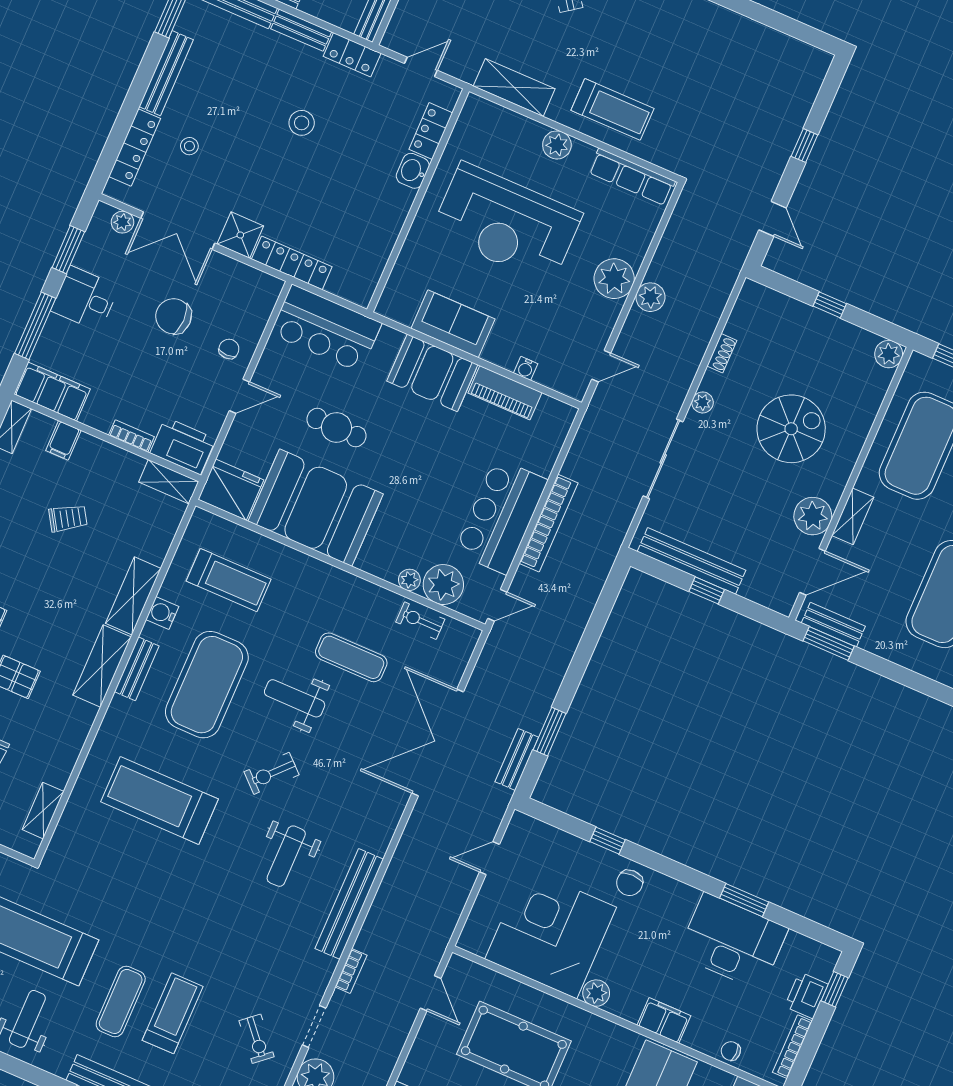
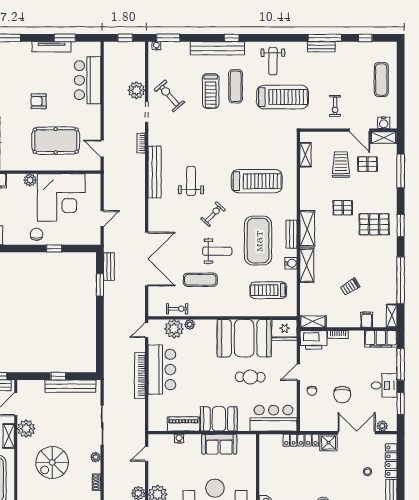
chair: (174, 316) -> (342, 395), turned 90
exercise bike: (257, 1039) -> (169, 96), width x1.38, depth x1.39

